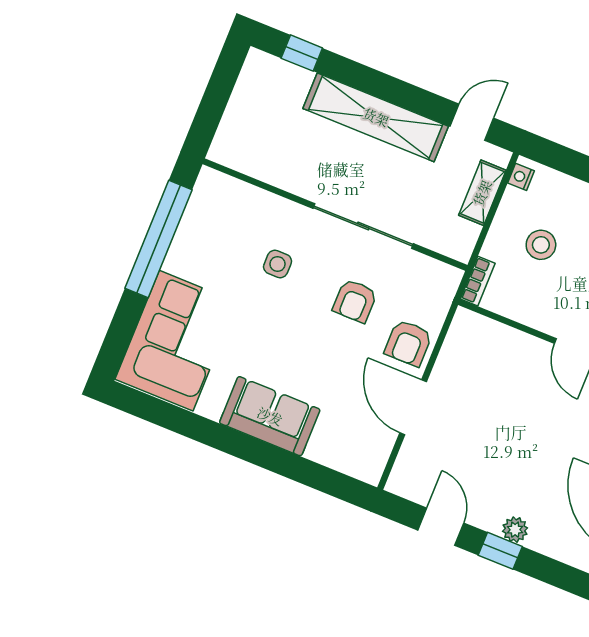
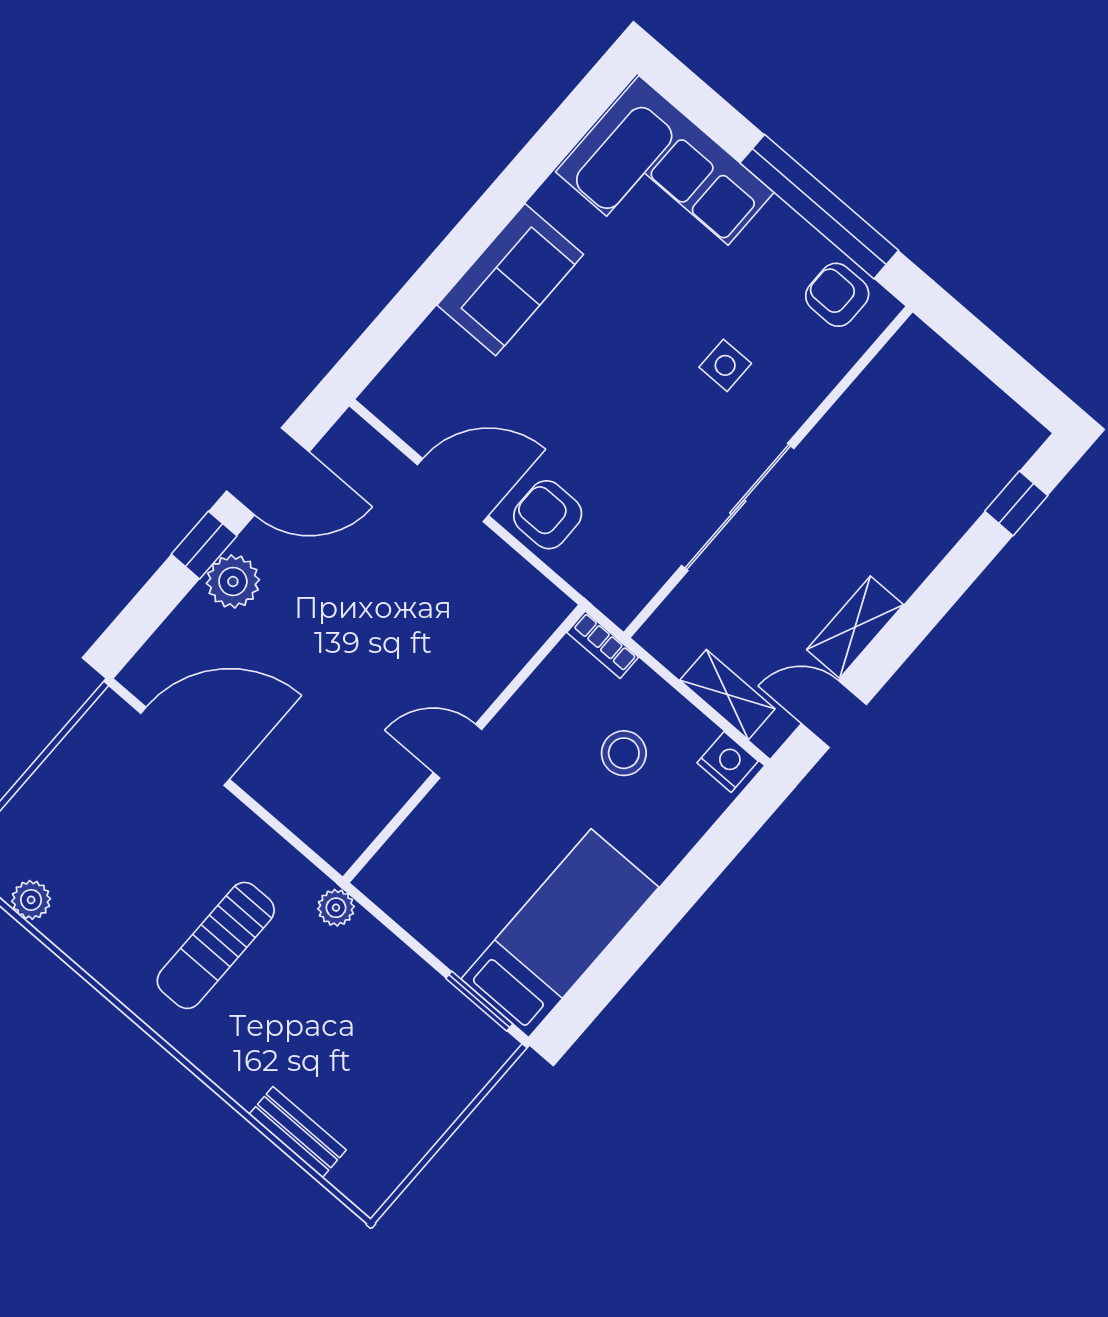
shelving: (376, 117) -> (855, 627), width x0.45, depth x0.75
door: (472, 122) -> (834, 714), swing flipped
nightstand: (521, 177) -> (728, 762), width x1.39, depth x1.35
armchair: (355, 301) -> (837, 295), moved
door: (441, 527) -> (268, 471), width x1.38
plant: (515, 530) -> (233, 581), width x1.38, depth x1.38

